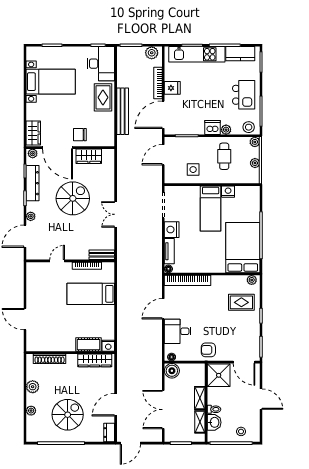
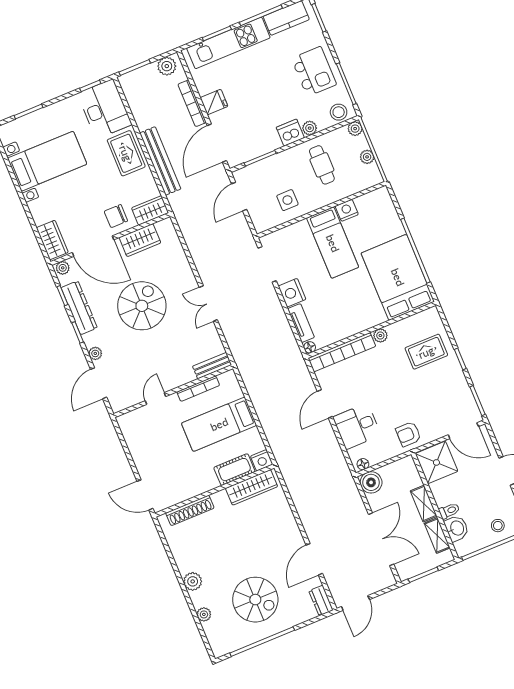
wardrobe: (103, 140) -> (150, 210), added
plant: (252, 280) -> (380, 335), moved
cot: (89, 345) -> (234, 470), moved
nightstand: (108, 346) -> (262, 460), moved
wall: (70, 353) -> (214, 491), moved
shoe rack: (50, 359) -> (190, 510), moved
wardrobe: (95, 360) -> (252, 487), moved
double door: (163, 410) -> (381, 539), swing flipped
spiral stairs: (68, 415) -> (255, 600), turned 90

